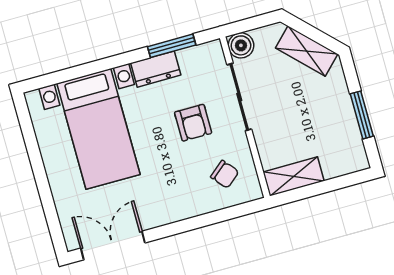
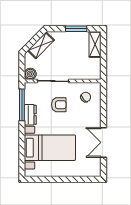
window: (172, 46) -> (22, 105), width x1.44
shelving: (294, 176) -> (95, 44), moved
double door: (113, 245) -> (104, 142), moved

